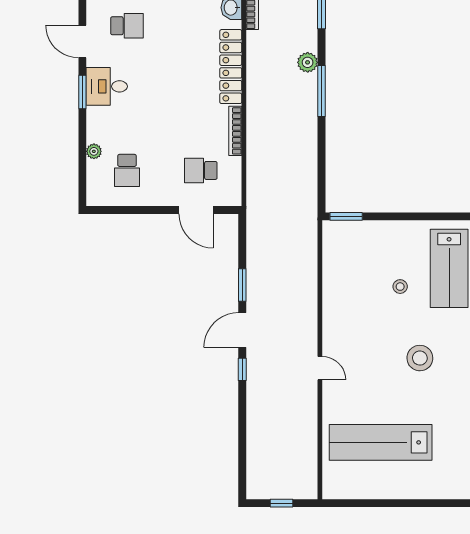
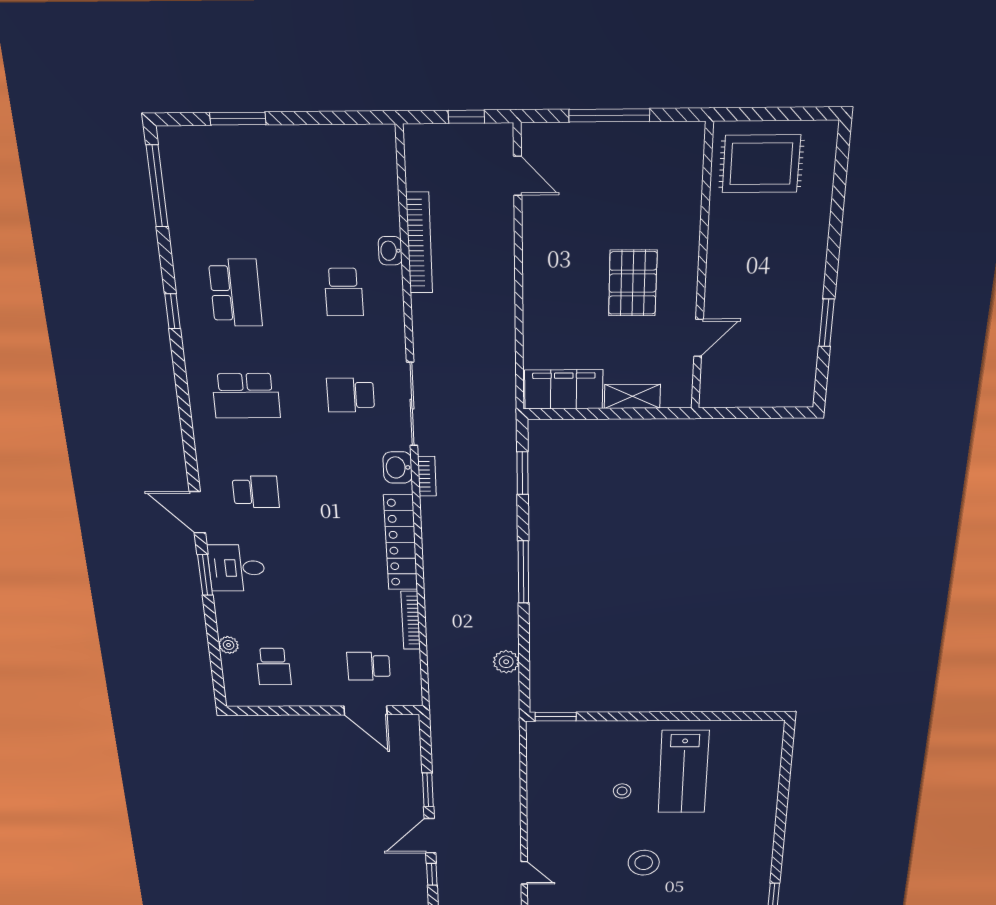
plant: (308, 62) -> (506, 662), moved

